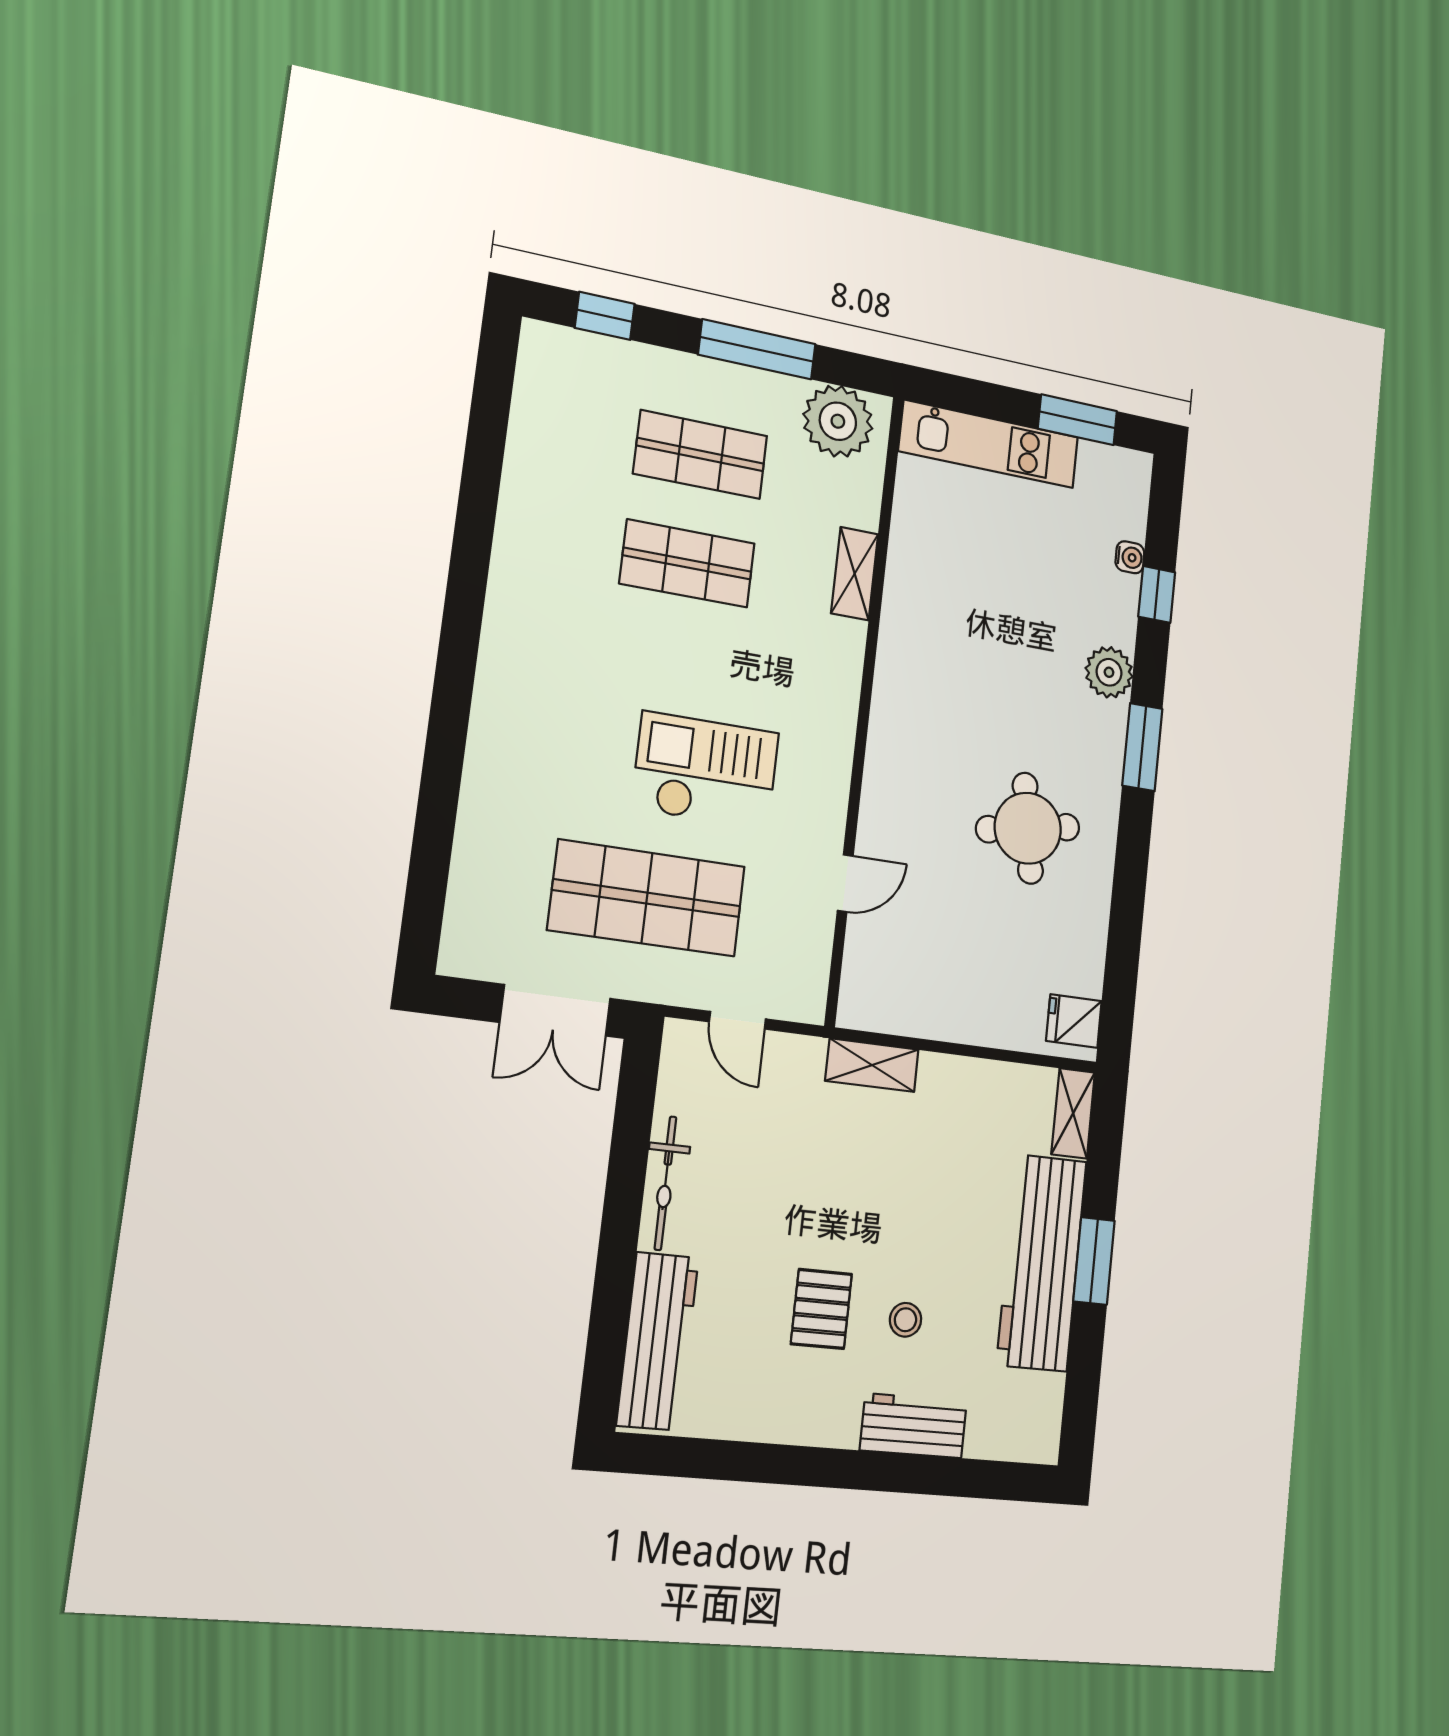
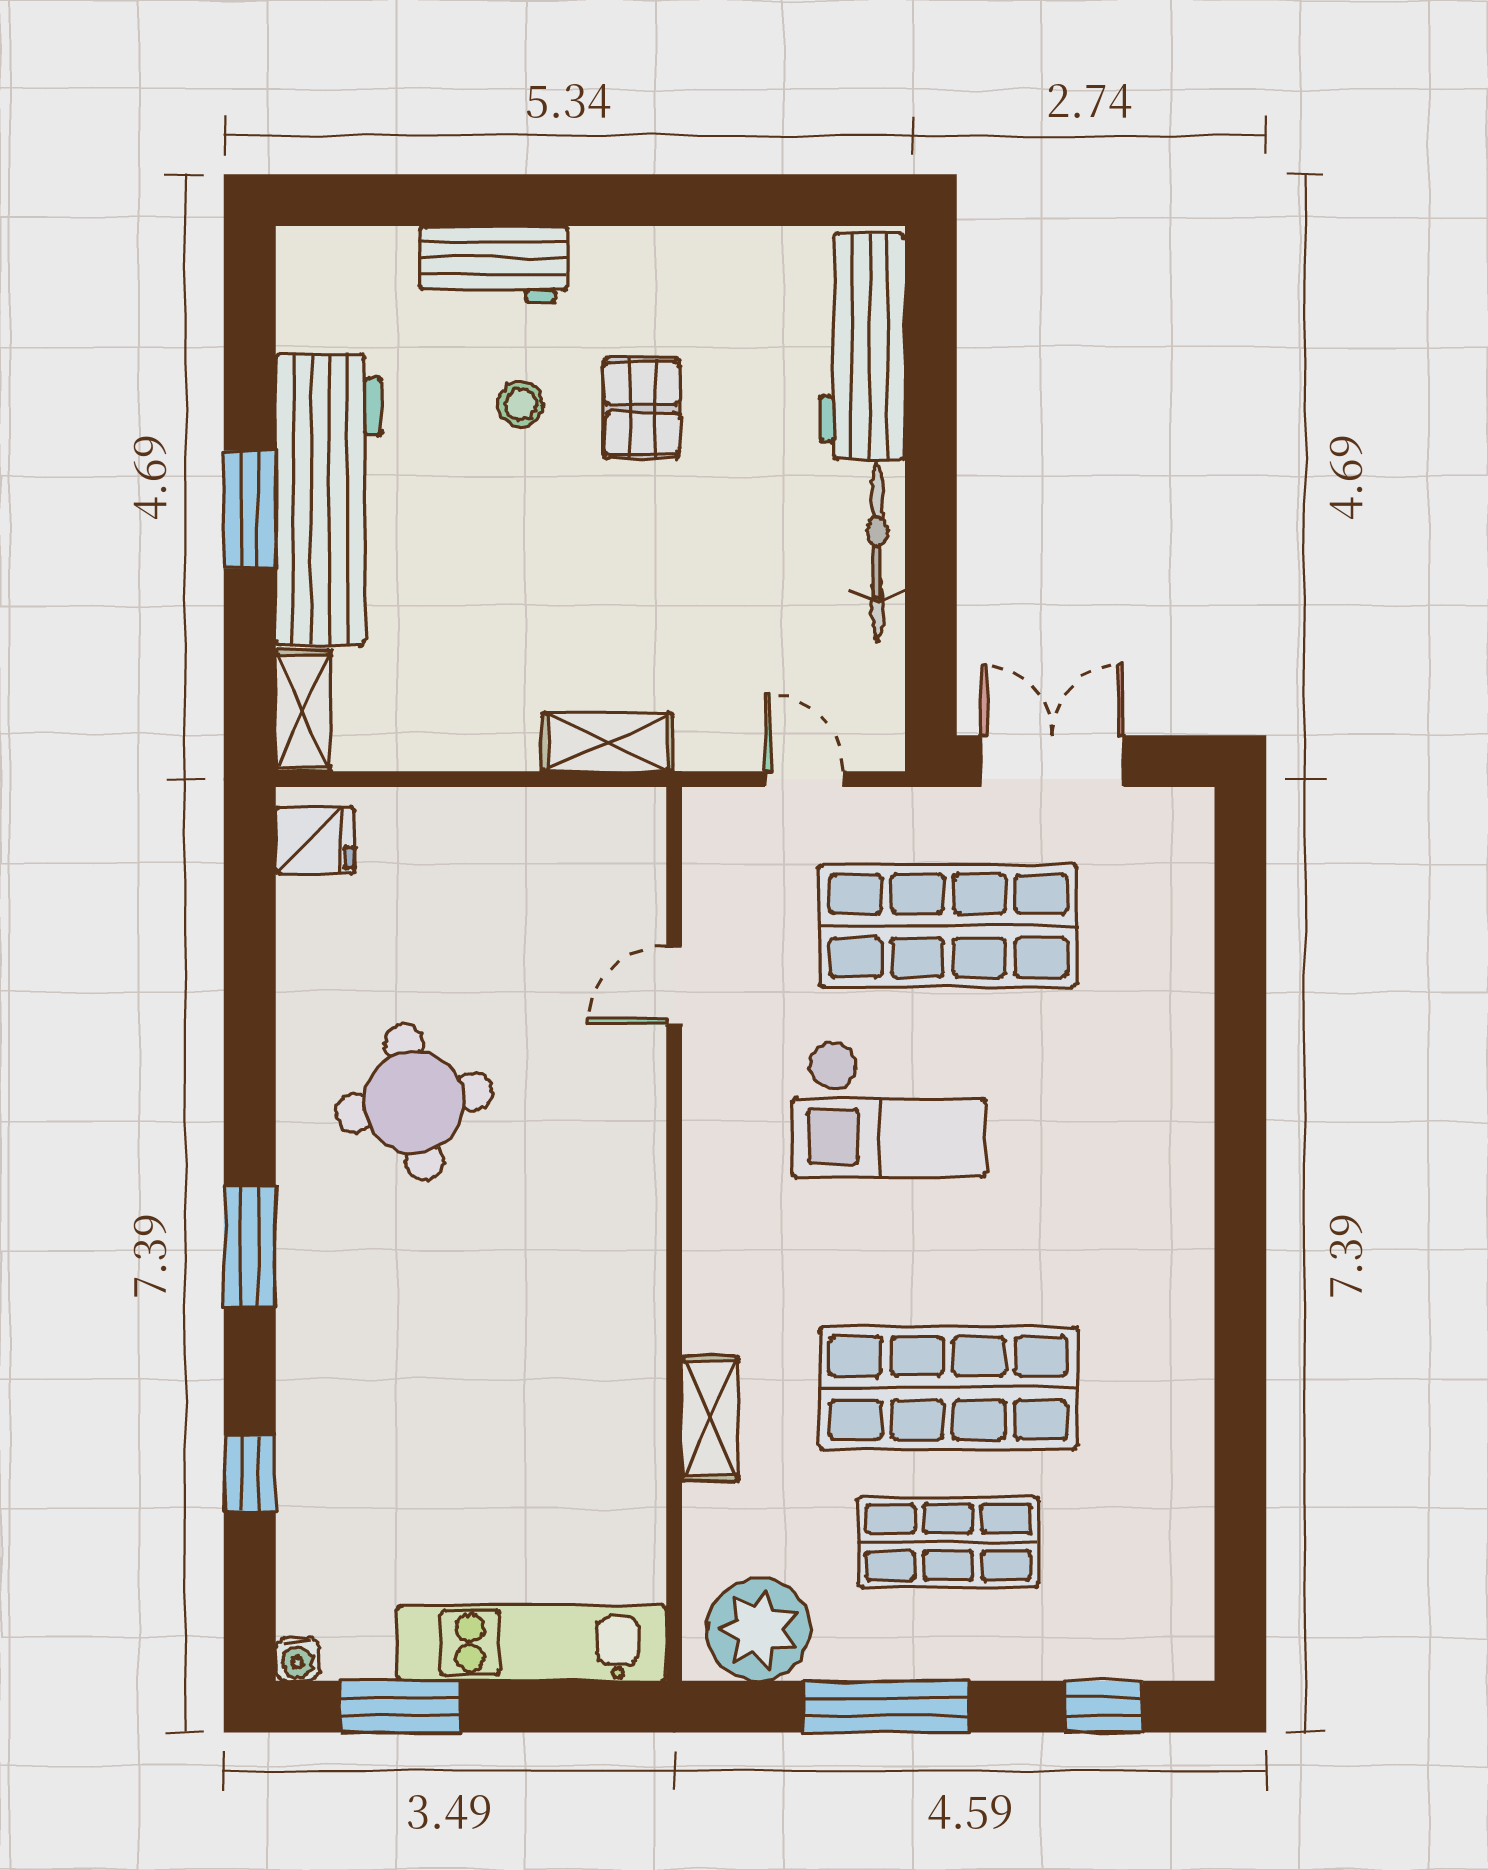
water cooler: (1130, 557) -> (298, 1659), moved, turned -90
shop shelf: (687, 563) -> (948, 1388), width x1.43, depth x1.36
plant: (1109, 672) -> (313, 1346), removed

